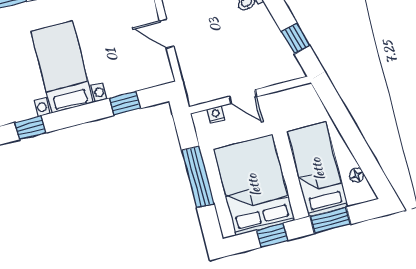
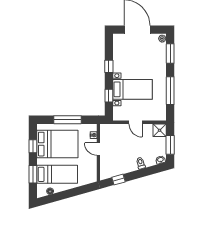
door: (167, 34) -> (135, 122), swing flipped
bed with nightstands: (62, 67) -> (132, 89), moved
door: (243, 97) -> (98, 149), hinge flipped
window: (30, 128) -> (109, 66), moved

